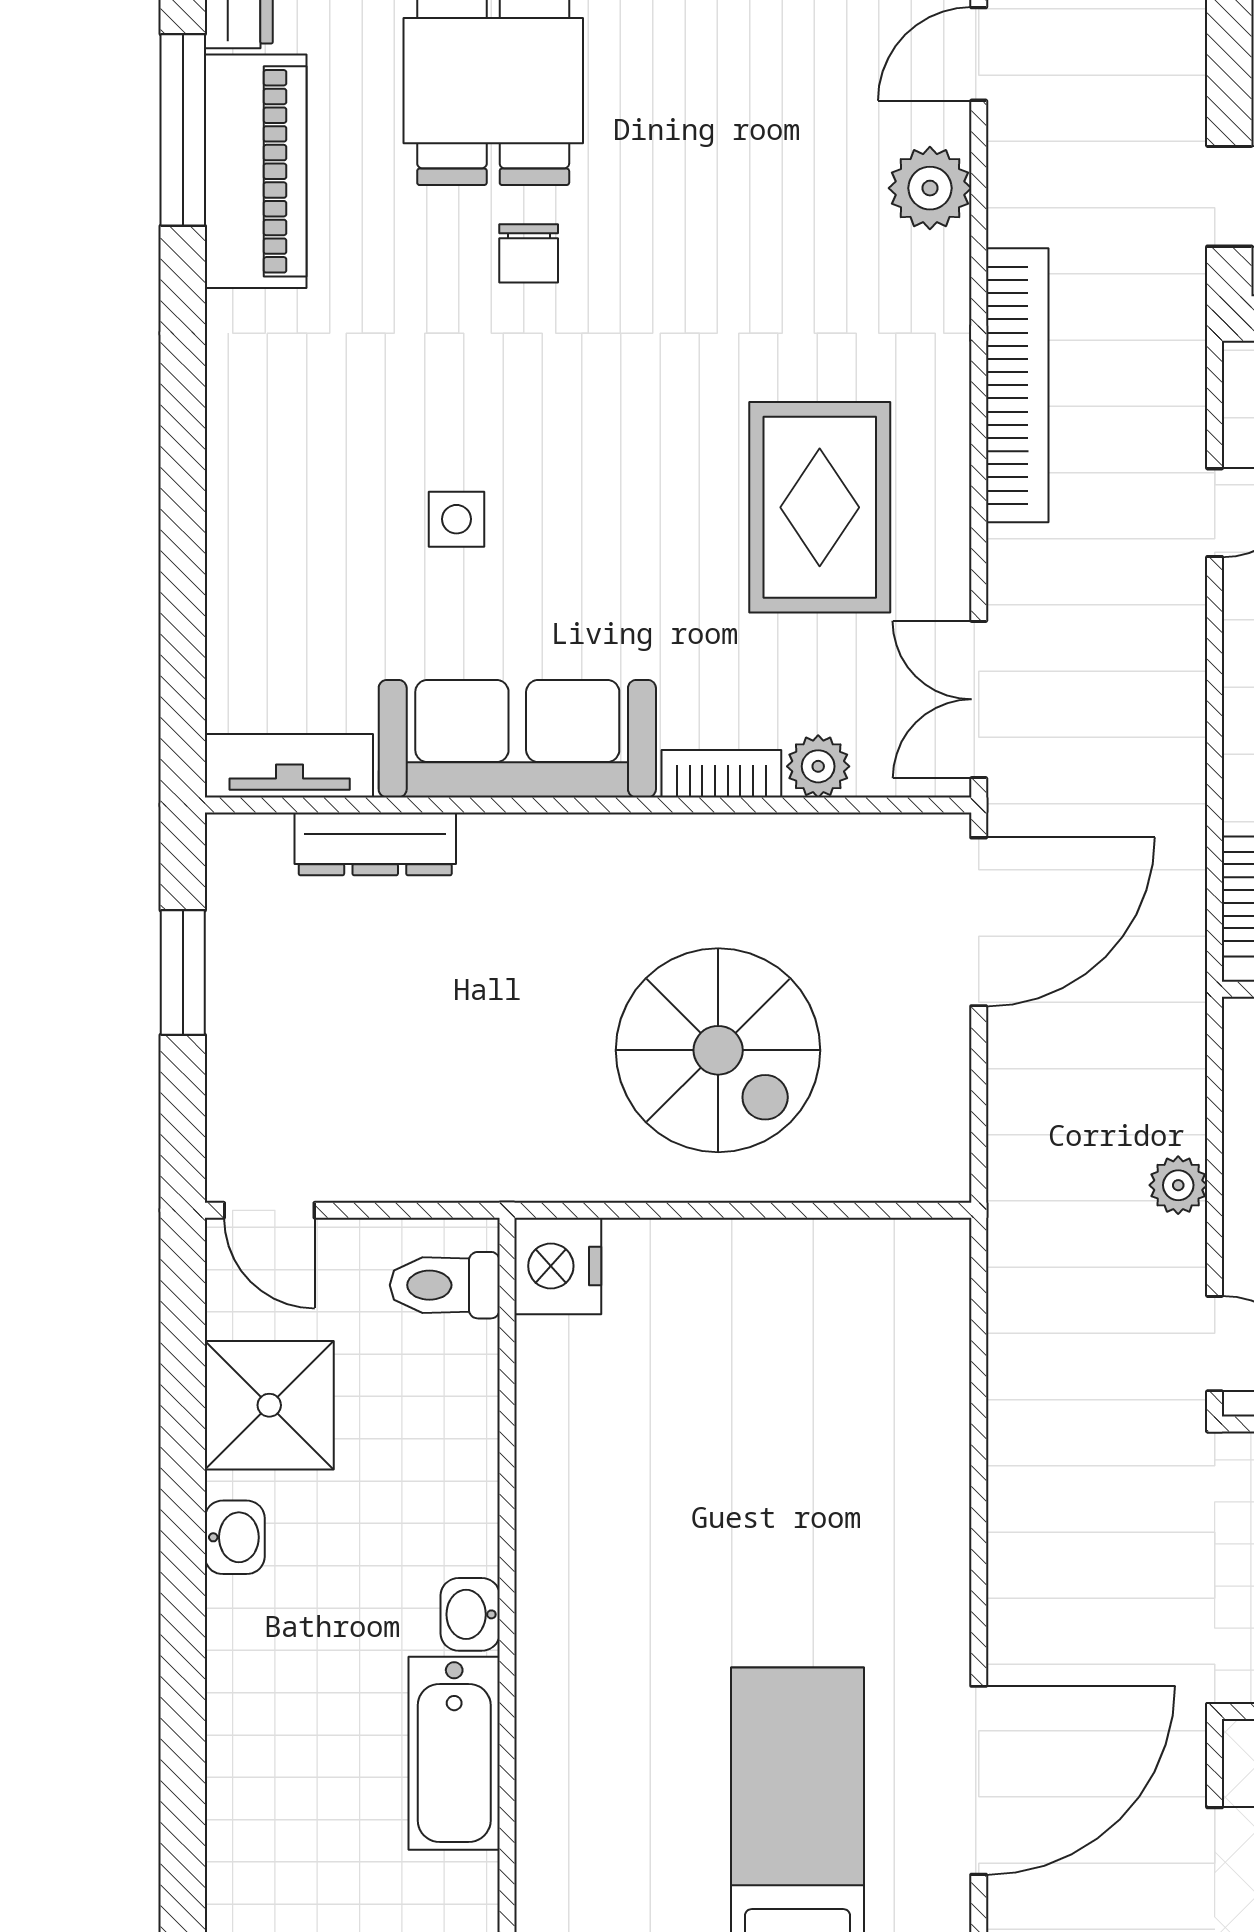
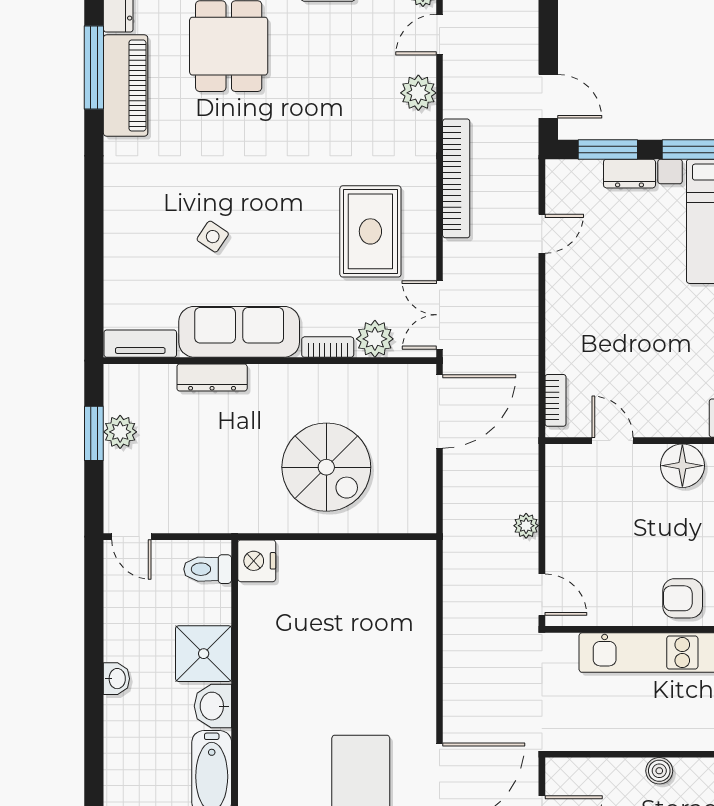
chair: (529, 253) -> (244, 121), removed
side table: (456, 519) -> (213, 237), turned 34
plant: (818, 766) -> (375, 339), width x1.38, depth x1.38
dresser: (375, 844) -> (212, 378), moved
plant: (243, 969) -> (120, 432), added
shower: (269, 1405) -> (204, 654), moved
washbasin: (470, 1614) -> (213, 706), width x1.38, depth x1.45

